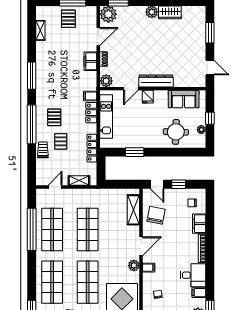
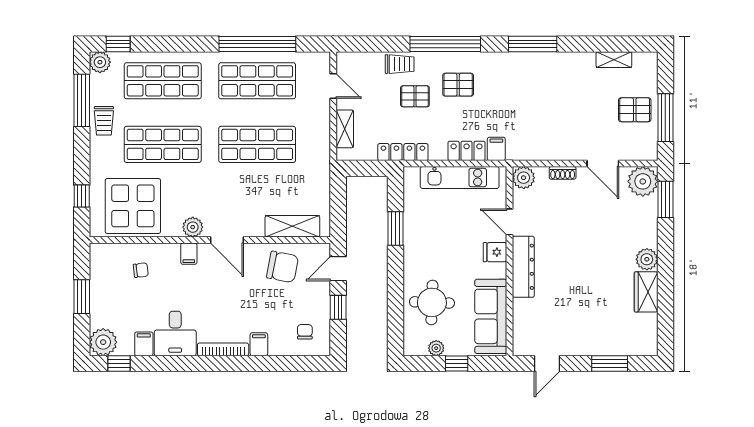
filing cabinet: (90, 61) -> (558, 149), removed
sofa: (184, 99) -> (491, 316), width x1.36
filing cabinet: (199, 224) -> (259, 344), width x0.50

